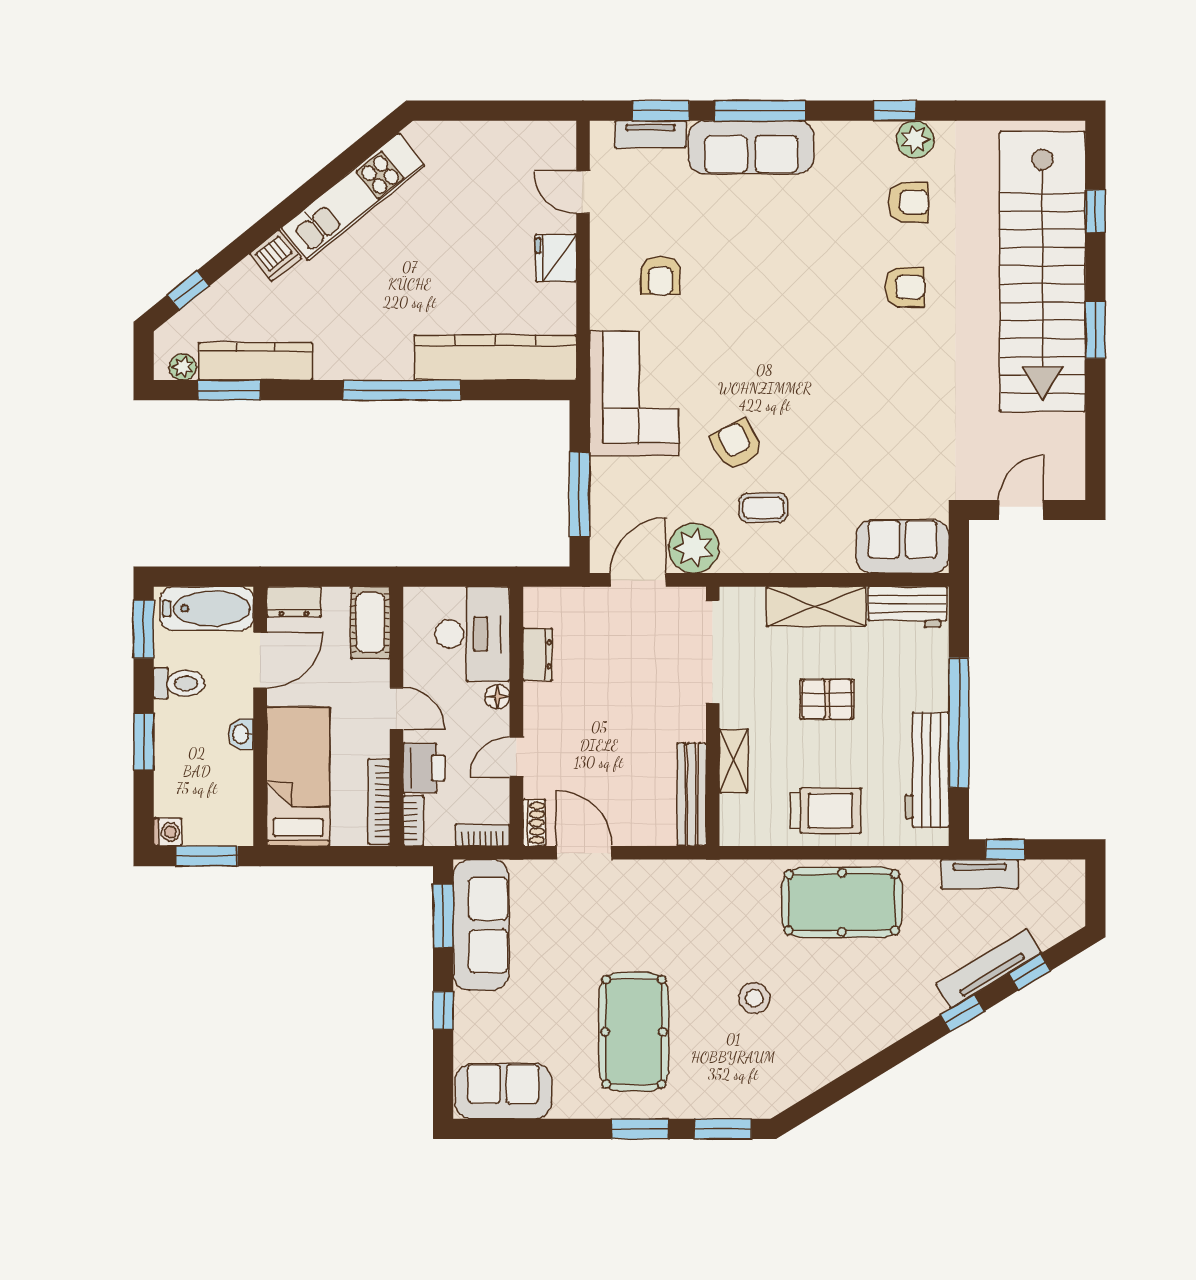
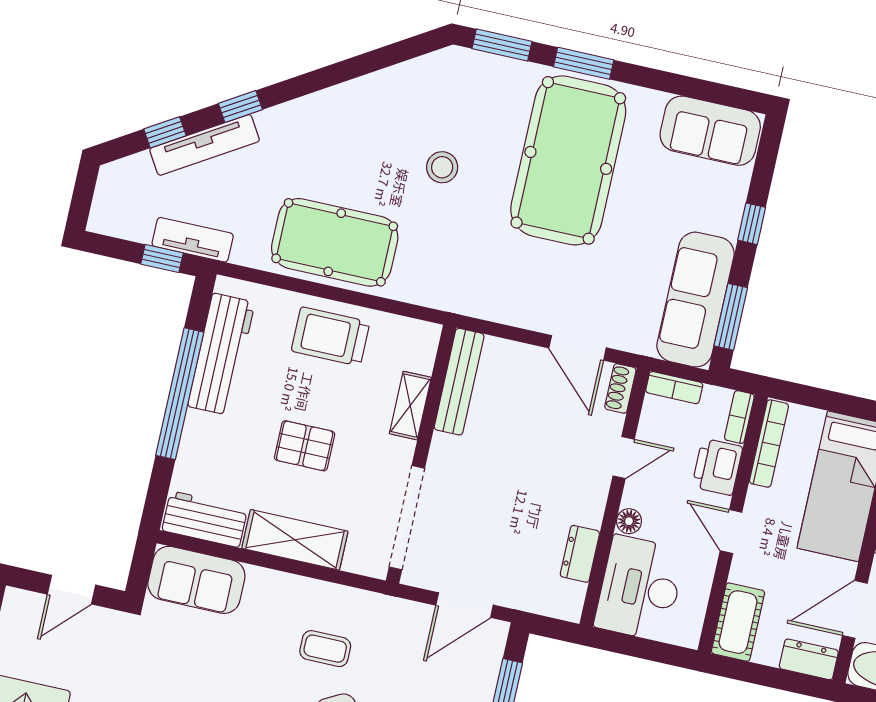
plant: (694, 548) -> (403, 624), removed
pool table: (634, 1032) -> (568, 160), width x1.36, depth x1.32

